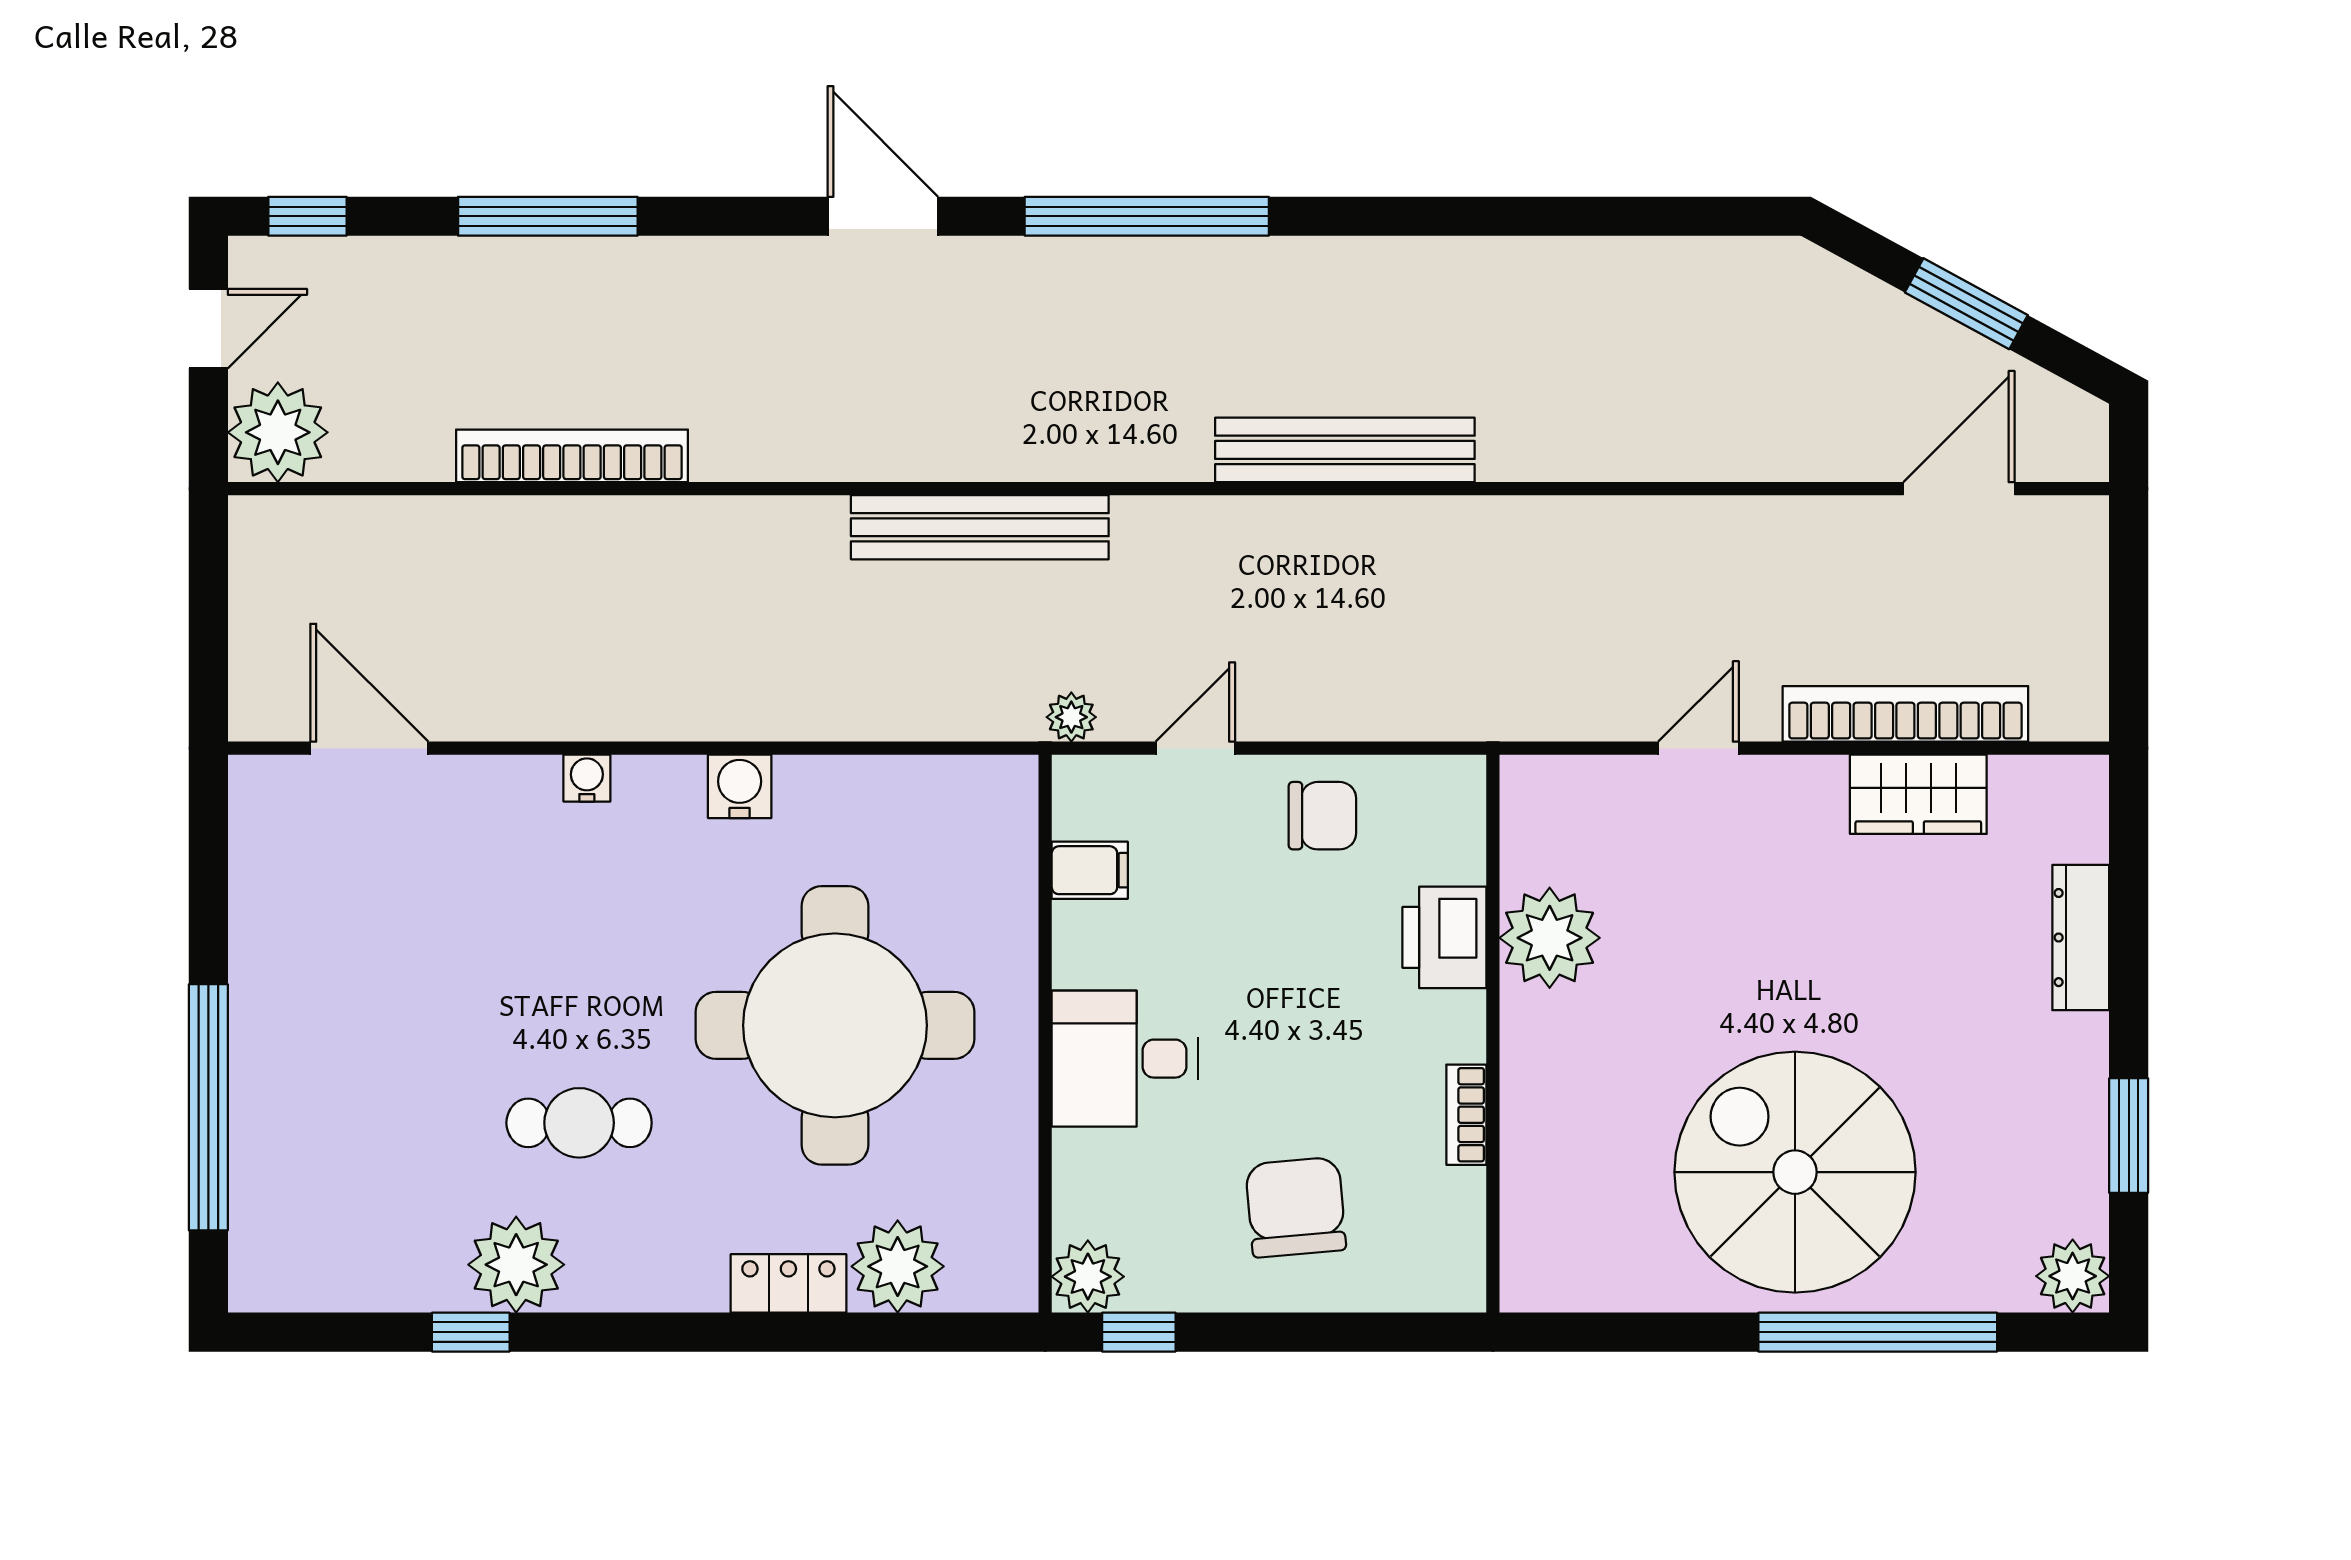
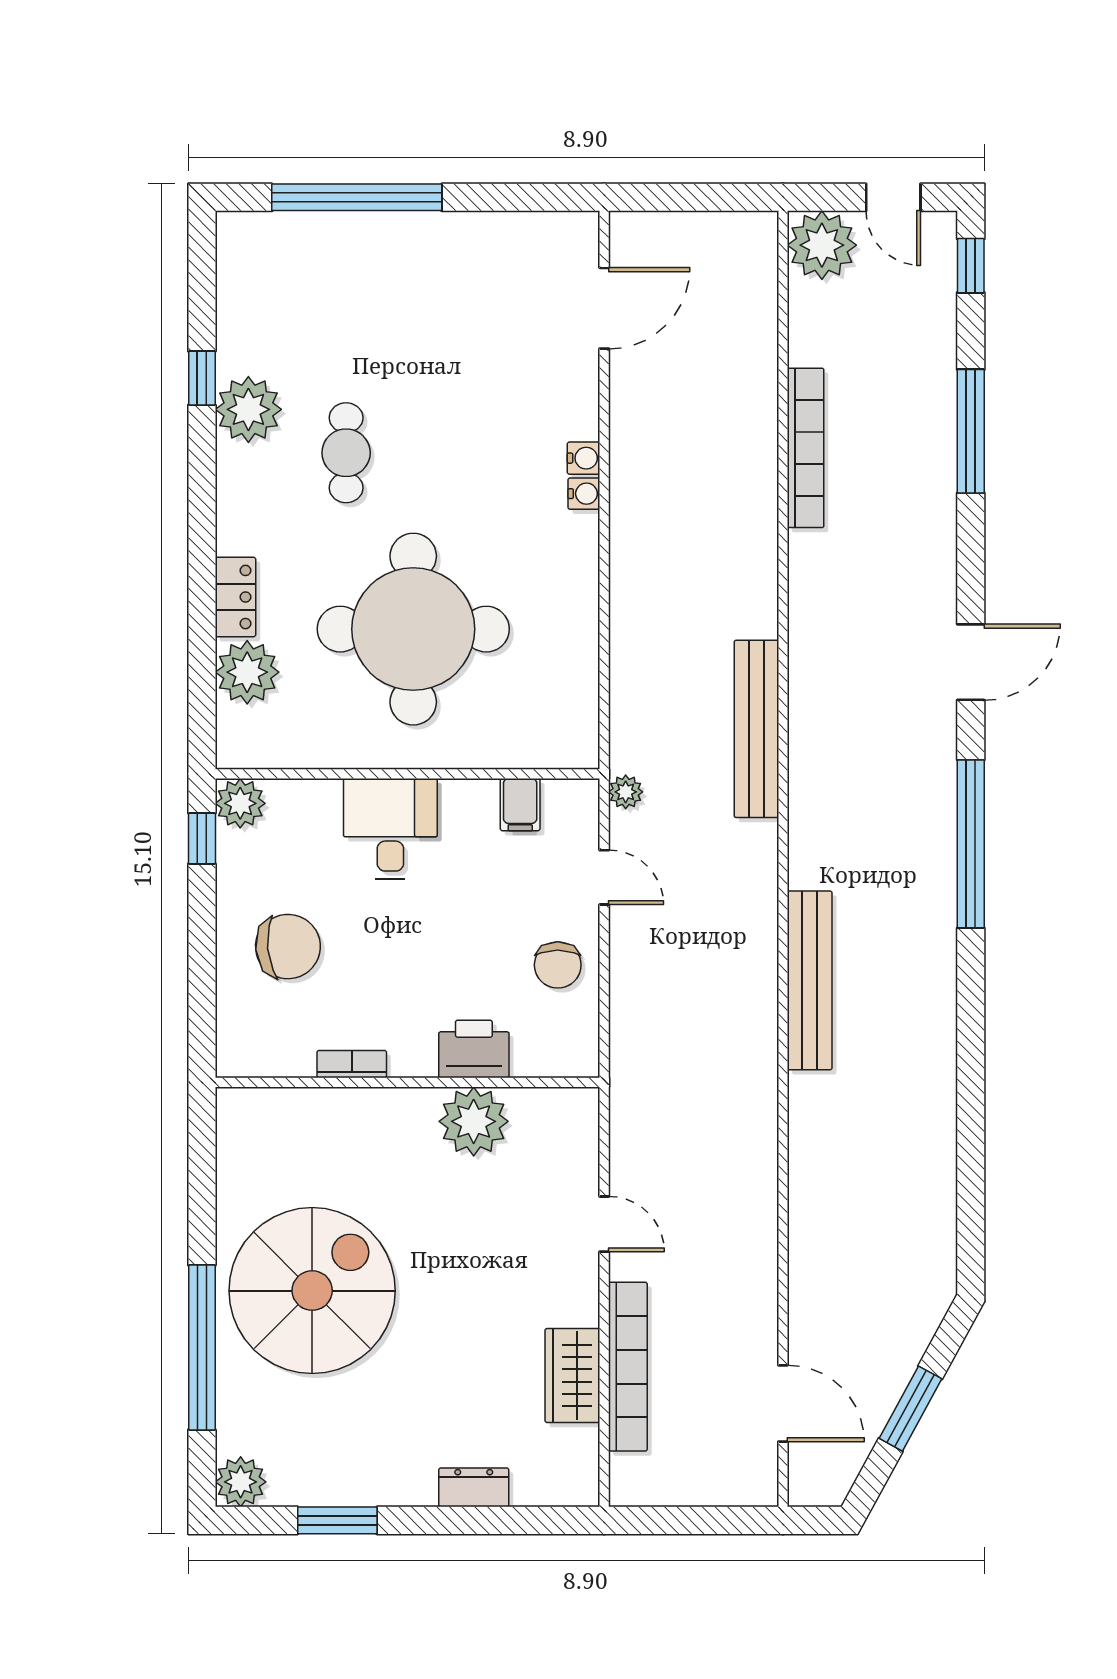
water cooler: (740, 786) -> (584, 494), moved, width x0.72, depth x0.72
dresser: (2081, 938) -> (474, 1487), width x0.70

